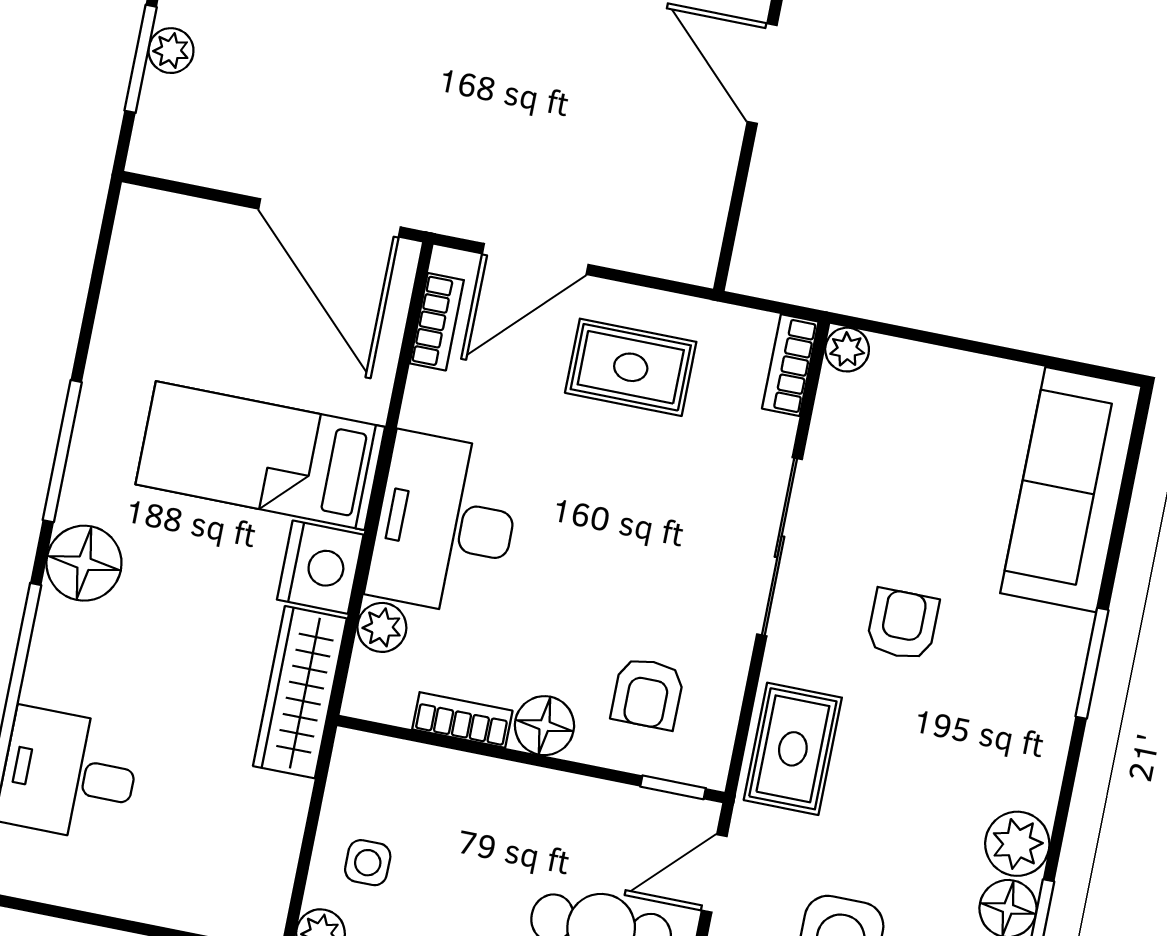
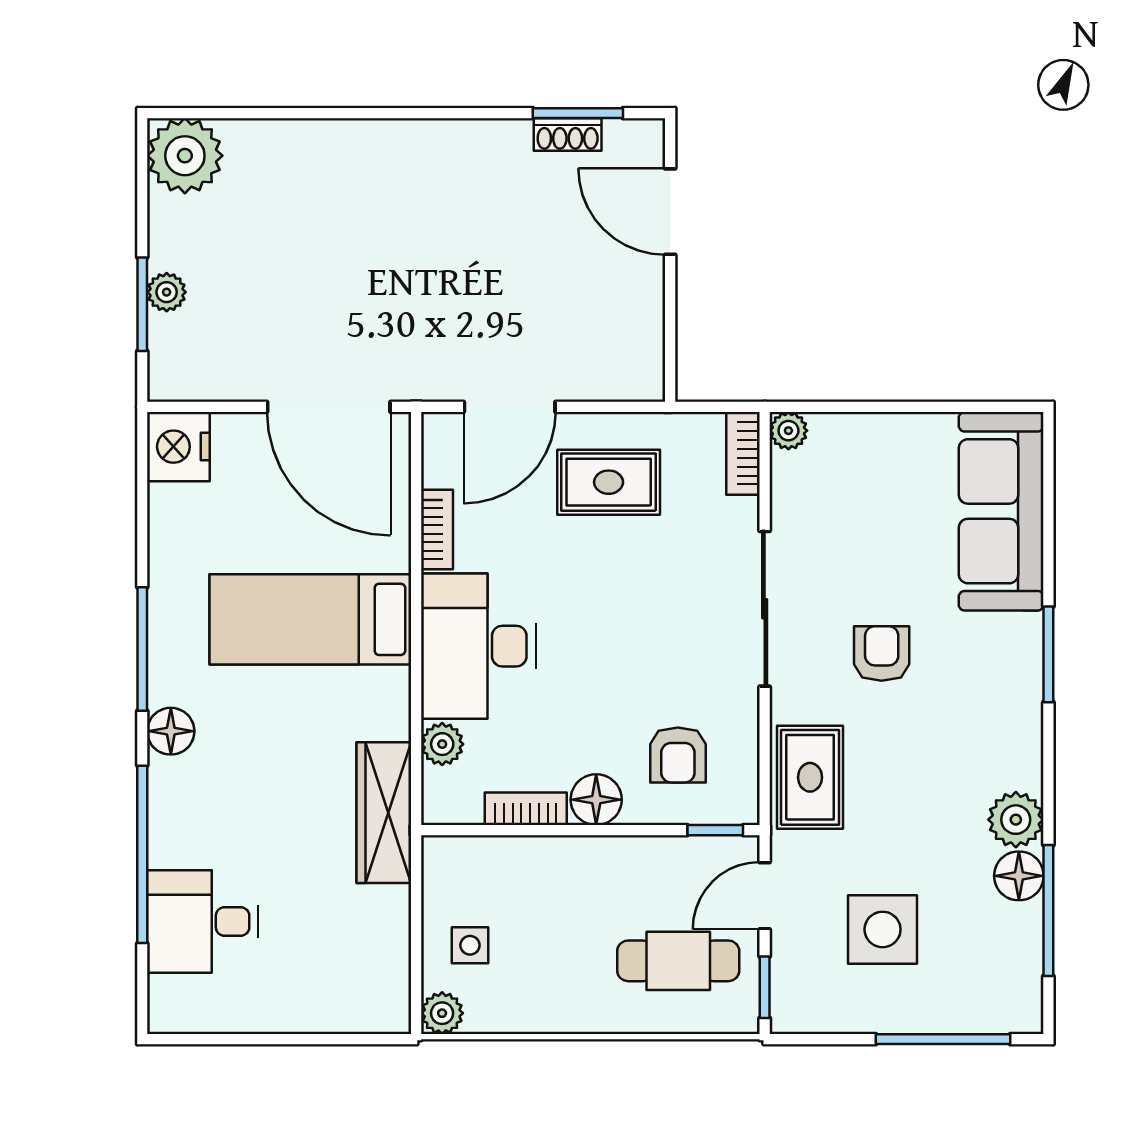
bookcase: (437, 322) -> (437, 529), moved
floor lamp: (84, 563) -> (171, 731), width x0.73, depth x0.73
nightstand: (320, 567) -> (178, 447), moved, turned 180

